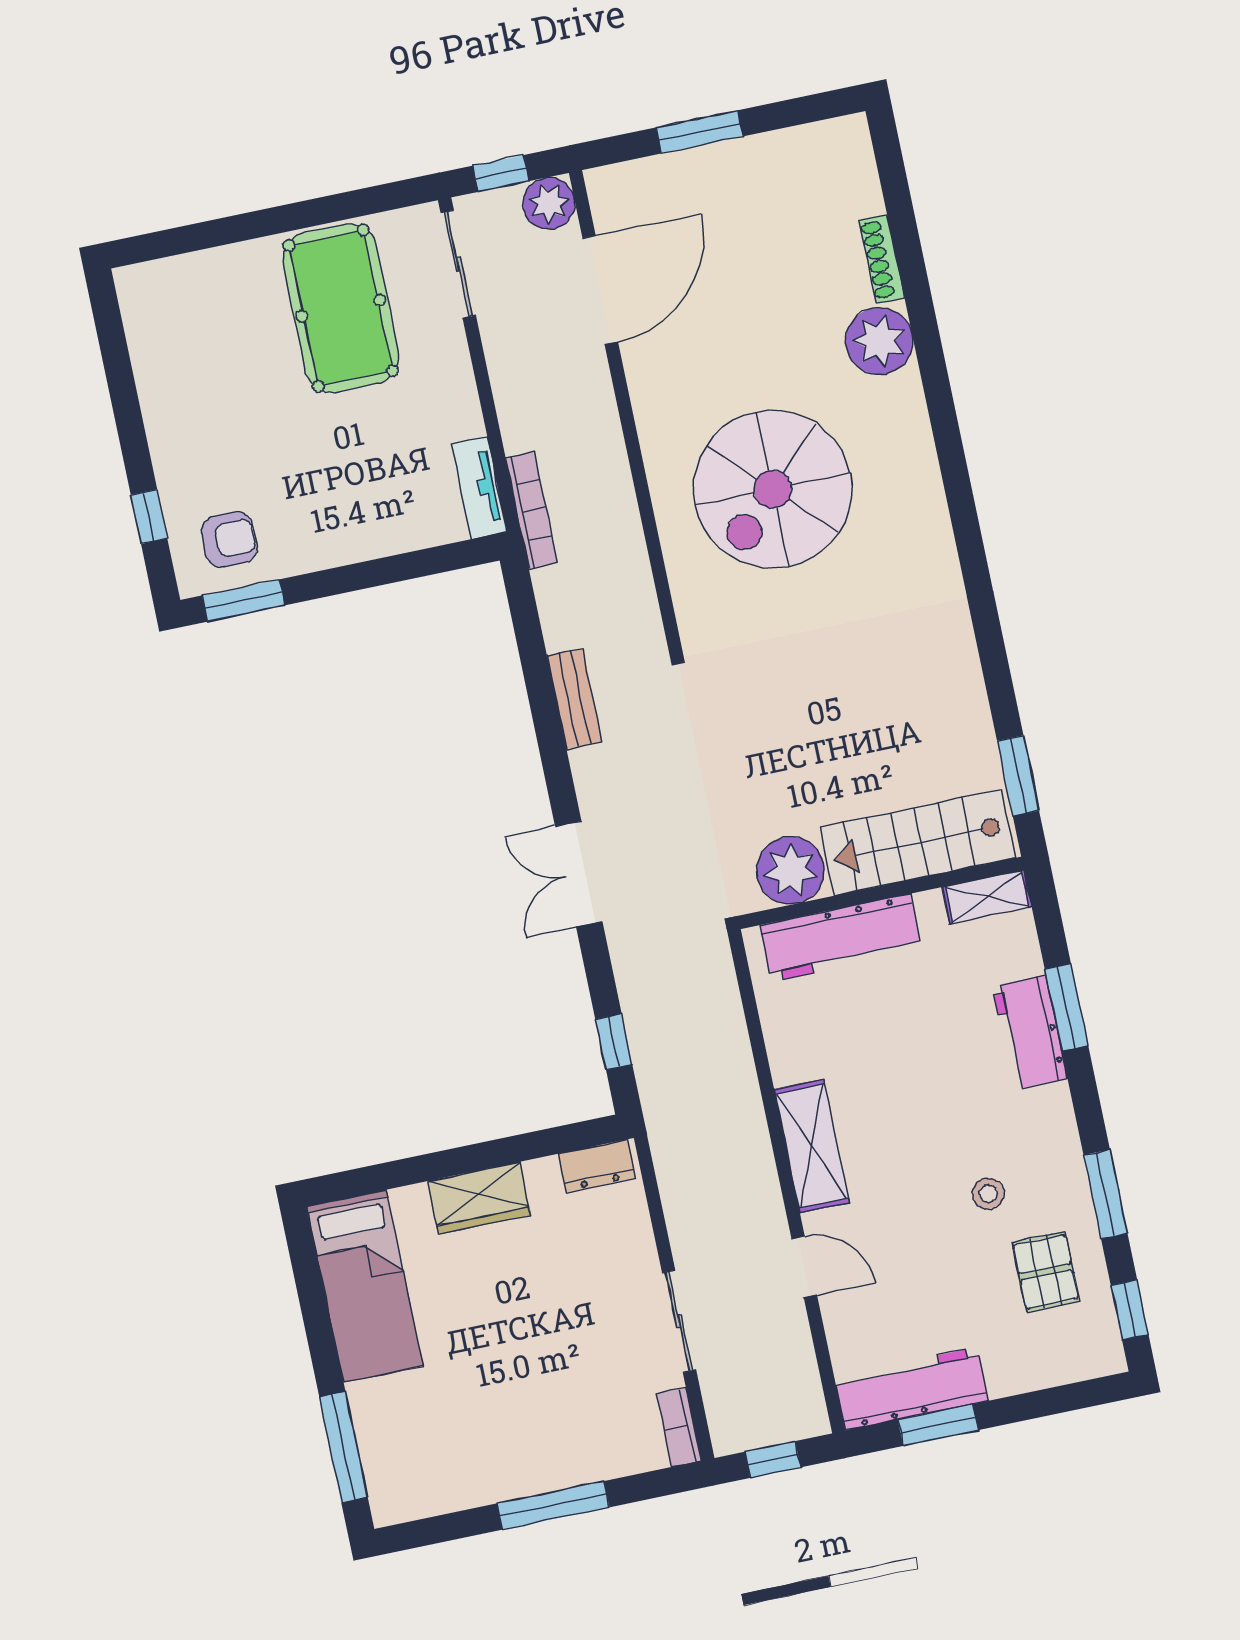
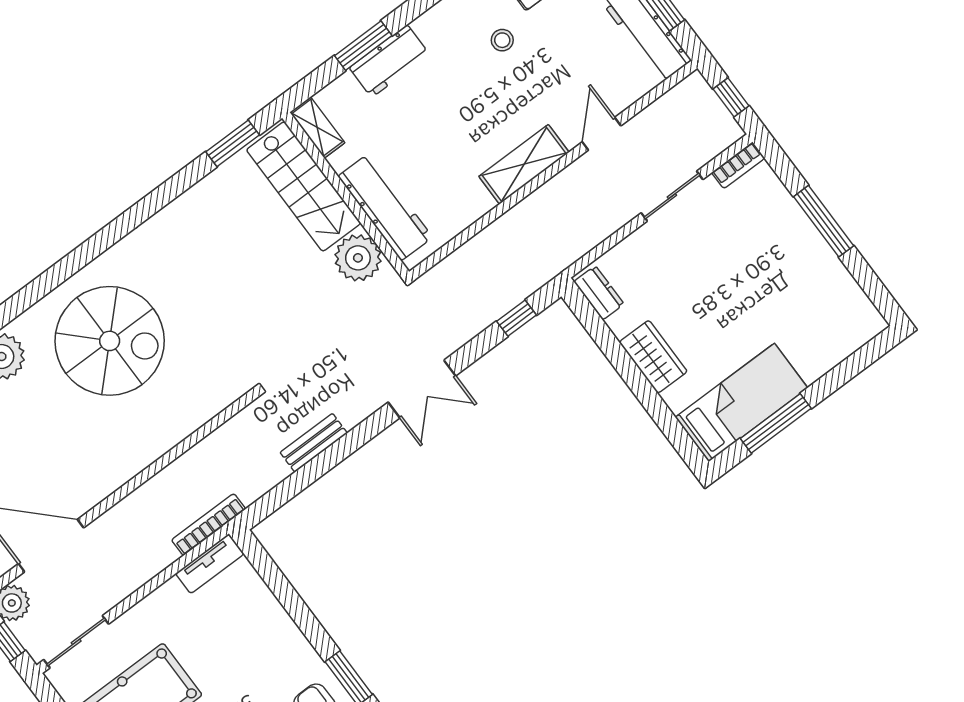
spiral stairs: (773, 489) -> (110, 341), moved
window: (343, 1447) -> (776, 423), moved

